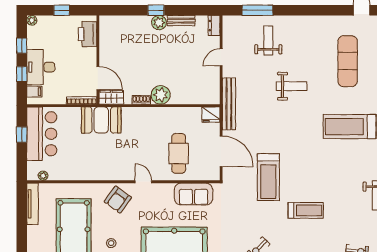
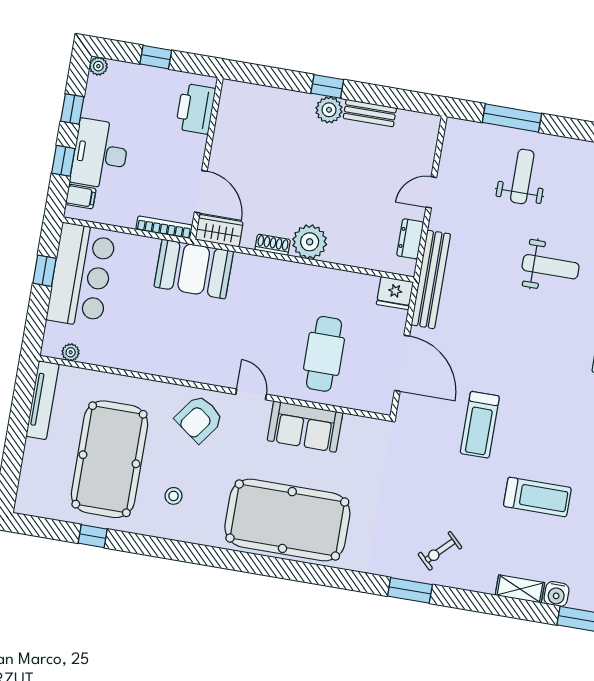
dresser: (214, 26) -> (410, 239), moved
treadmill: (268, 177) -> (480, 425), width x0.73, depth x0.73
sofa: (194, 194) -> (305, 427), moved

